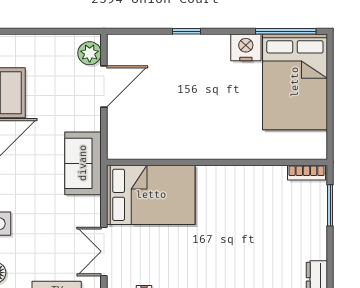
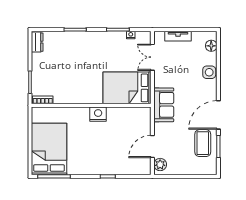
nightstand: (246, 47) -> (98, 114), moved, turned 180
double door: (104, 251) -> (152, 57), swing flipped

